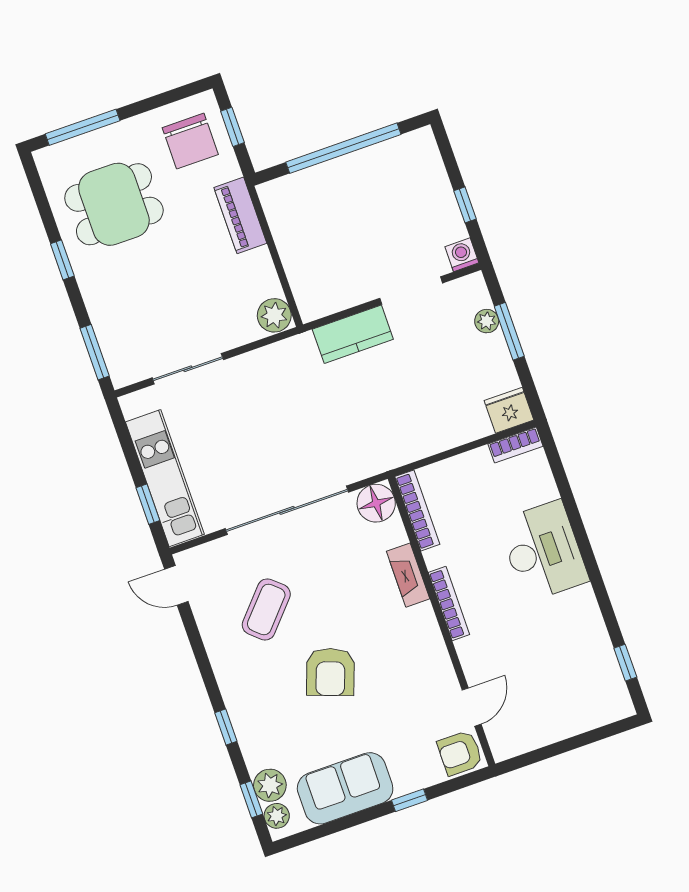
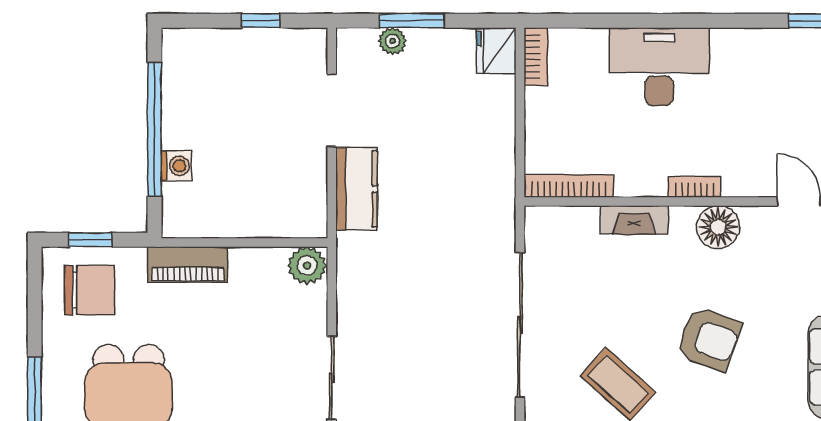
washing machine: (462, 255) -> (176, 166), moved, turned 180
floor lamp: (376, 503) -> (718, 227), moved
bookcase: (449, 604) -> (695, 187), width x0.64

